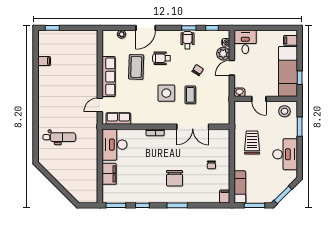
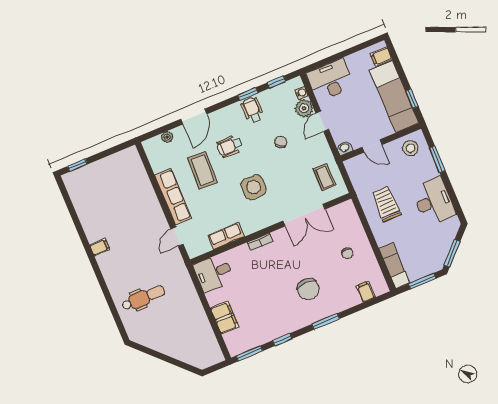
desk: (245, 42) -> (330, 80), width x1.37
filing cabinet: (44, 61) -> (100, 247), moved
coffee table: (190, 95) -> (325, 177), moved
row of seats: (118, 118) -> (226, 236), moved
desk: (115, 145) -> (214, 273), width x0.73
filing cabinet: (225, 196) -> (366, 292), moved

